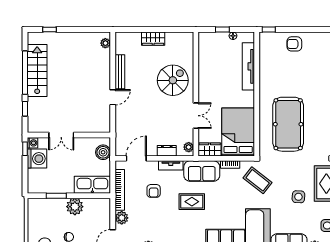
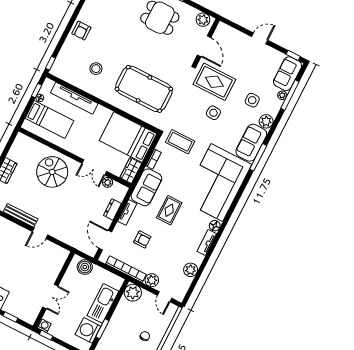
window: (222, 30) -> (37, 91), moved
armchair: (294, 44) -> (81, 31), moved
bed: (218, 54) -> (50, 119), added
stool: (284, 72) -> (96, 69), added
door: (113, 97) -> (40, 233), swing flipped
double door: (196, 116) -> (94, 167), swing flipped
plant: (189, 147) -> (108, 182), moved
washing machine: (37, 159) -> (88, 330), moved, turned -90
coffee table: (258, 180) -> (180, 142), turned 52
kitchen sink: (92, 185) -> (103, 303), moved
plant: (75, 207) -> (133, 293), moved

